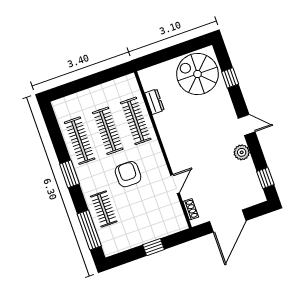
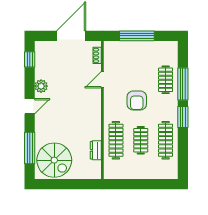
window: (230, 78) -> (30, 148), width x2.17
door: (247, 125) -> (30, 106), swing flipped
clothes rail: (108, 131) -> (141, 140), width x0.73
window: (89, 230) -> (183, 84), moved
window: (154, 247) -> (137, 36), width x2.17

